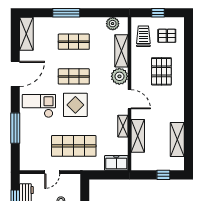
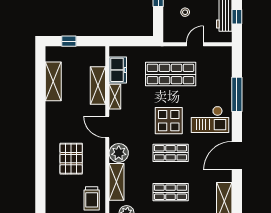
pallet: (167, 36) -> (65, 199), removed
freezer: (116, 163) -> (118, 70), moved, turned -90

